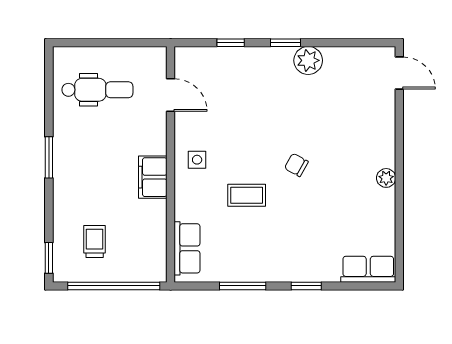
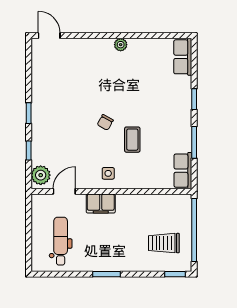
plant: (308, 60) -> (41, 175), moved
door: (399, 73) -> (49, 36), hinge flipped
chair: (296, 165) -> (105, 122), moved
filing cabinet: (153, 177) -> (101, 203), moved
trolley: (95, 241) -> (164, 243), width x1.36, depth x1.39
row of seats: (187, 248) -> (183, 171), moved, turned -90

